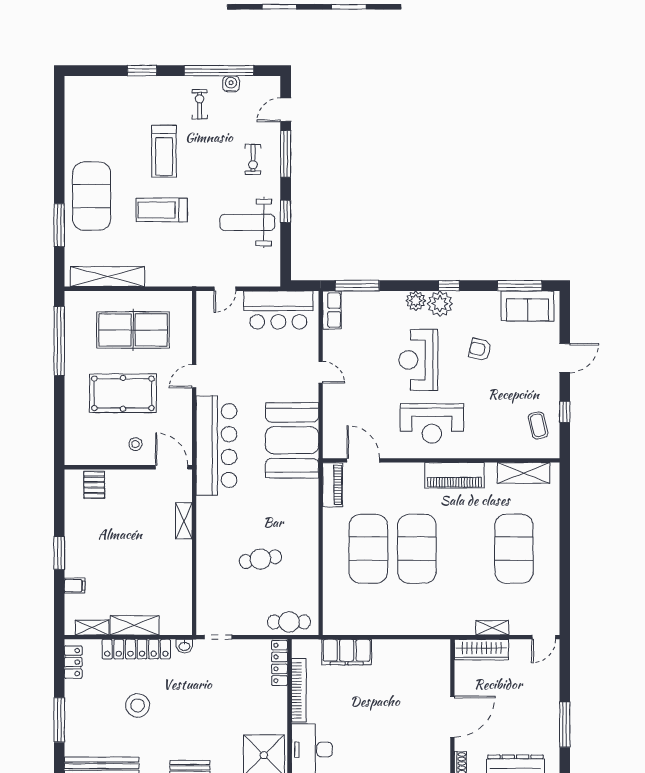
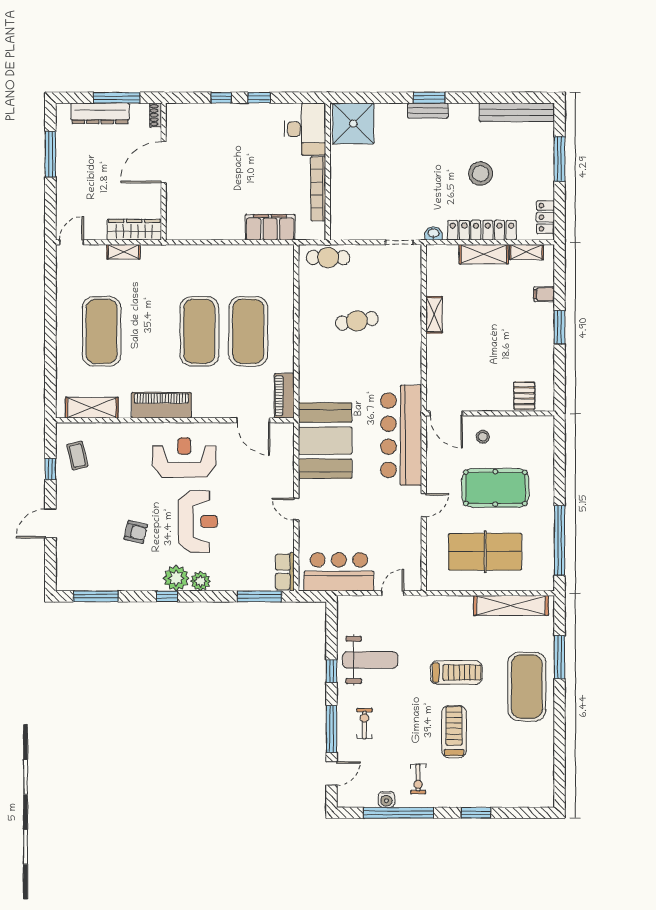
sofa: (527, 306) -> (88, 576), removed
shelving: (184, 521) -> (434, 315), moved
locker: (280, 663) -> (338, 216), removed

